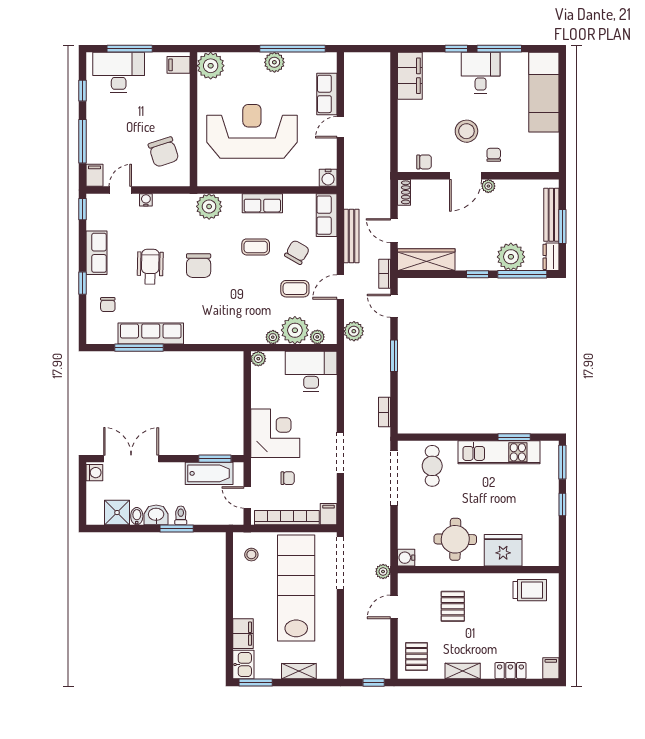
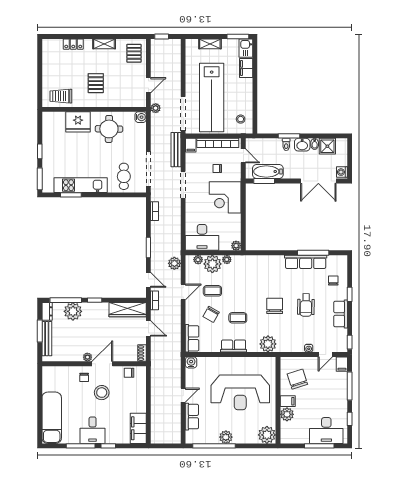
filing cabinet: (179, 65) -> (288, 401), moved
plant: (180, 97) -> (287, 414), added
bench: (351, 236) -> (176, 150), moved
pallet: (453, 606) -> (96, 83), moved
filing cabinet: (551, 668) -> (47, 46), removed

